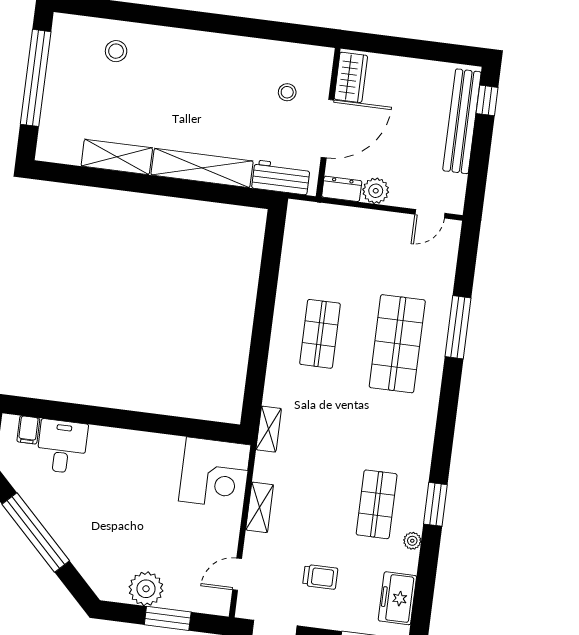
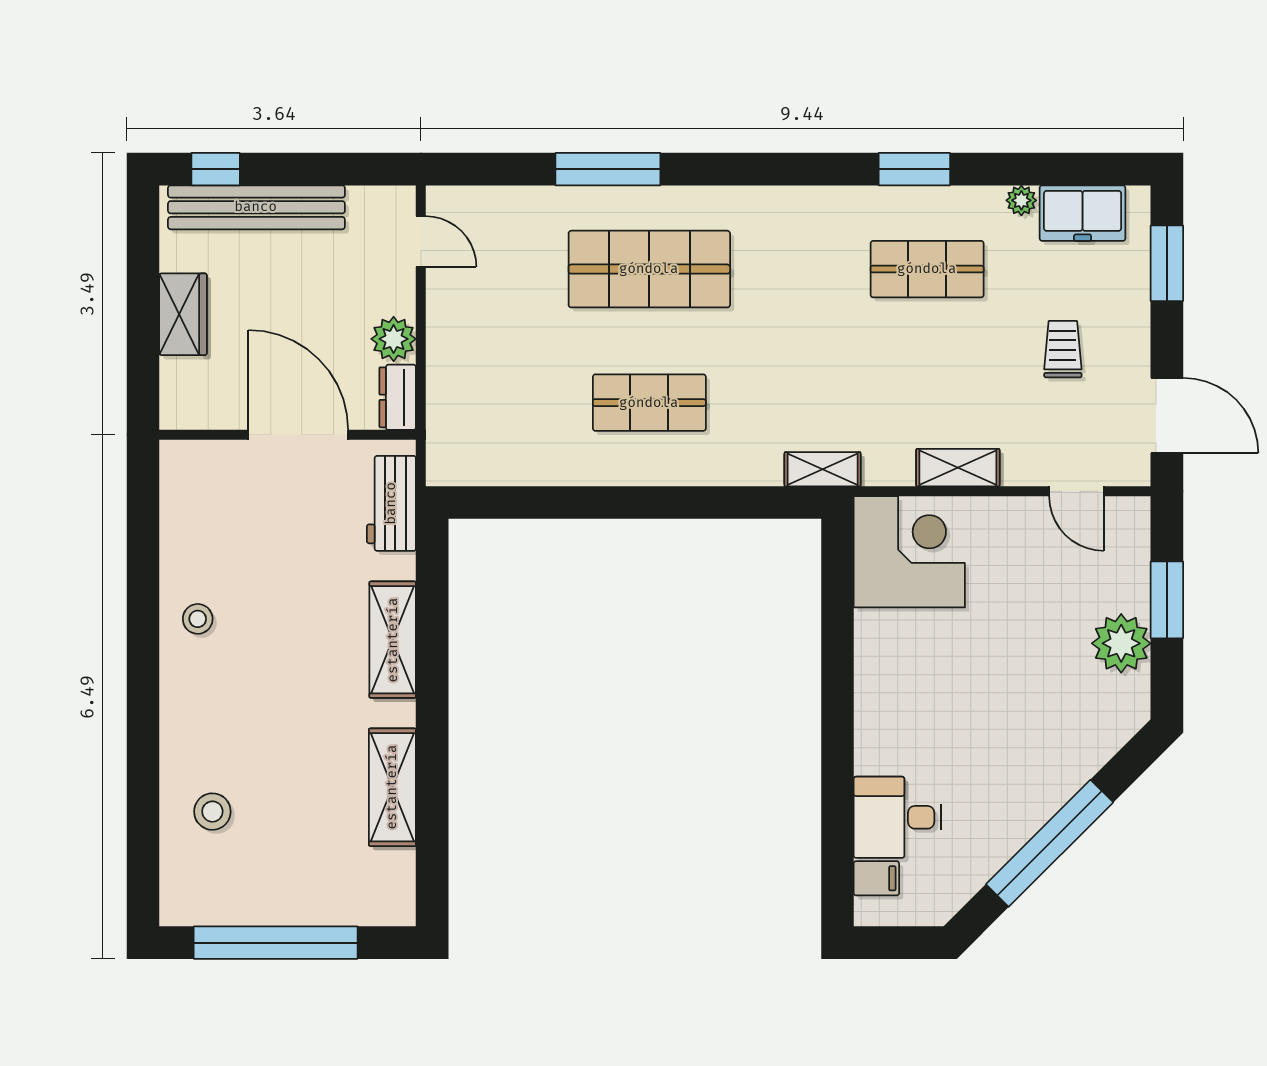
wardrobe: (351, 77) -> (183, 314), moved, turned 90
stool: (287, 92) -> (198, 619), moved
shelving: (202, 168) -> (393, 640), width x0.68
plant: (412, 541) -> (1021, 200), moved

